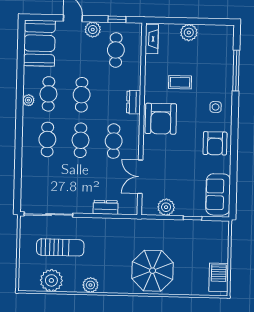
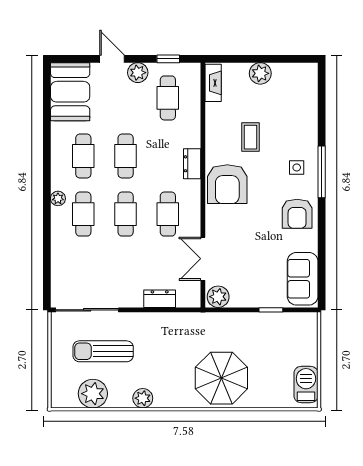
window: (236, 71) -> (322, 172), moved
coffee table: (180, 82) -> (251, 137), turned 90
plant: (28, 100) -> (58, 198), moved
plant: (166, 207) -> (218, 297), moved
sun lounger: (60, 247) -> (103, 351), turned 180

